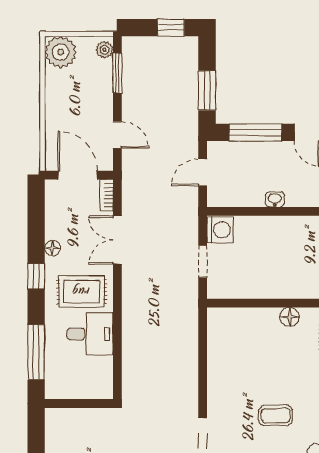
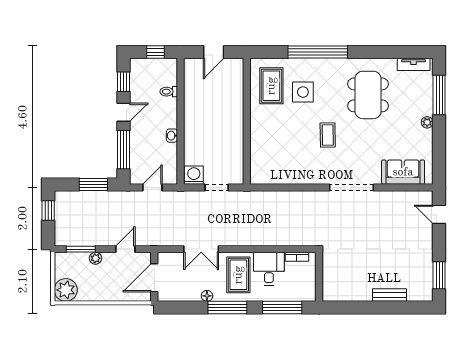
plant: (105, 50) -> (95, 258), moved
door: (203, 172) -> (152, 188), swing flipped
bookcase: (107, 195) -> (297, 257), moved
window: (36, 276) -> (227, 308), width x2.17
floor lamp: (290, 317) -> (257, 125), removed

